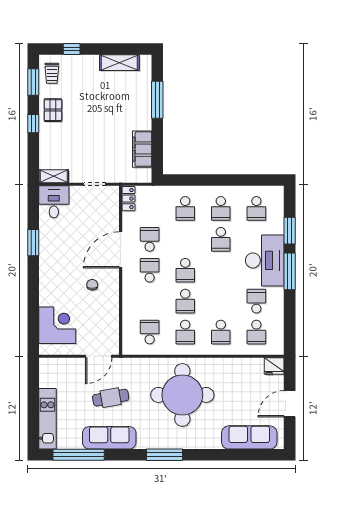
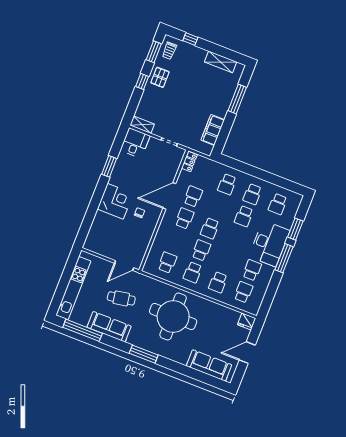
school desk: (185, 301) -> (201, 250), turned 180
corner desk: (57, 325) -> (115, 201), moved
school desk: (256, 332) -> (243, 292), turned 180
kitchen unit: (47, 419) -> (73, 288), width x1.36

